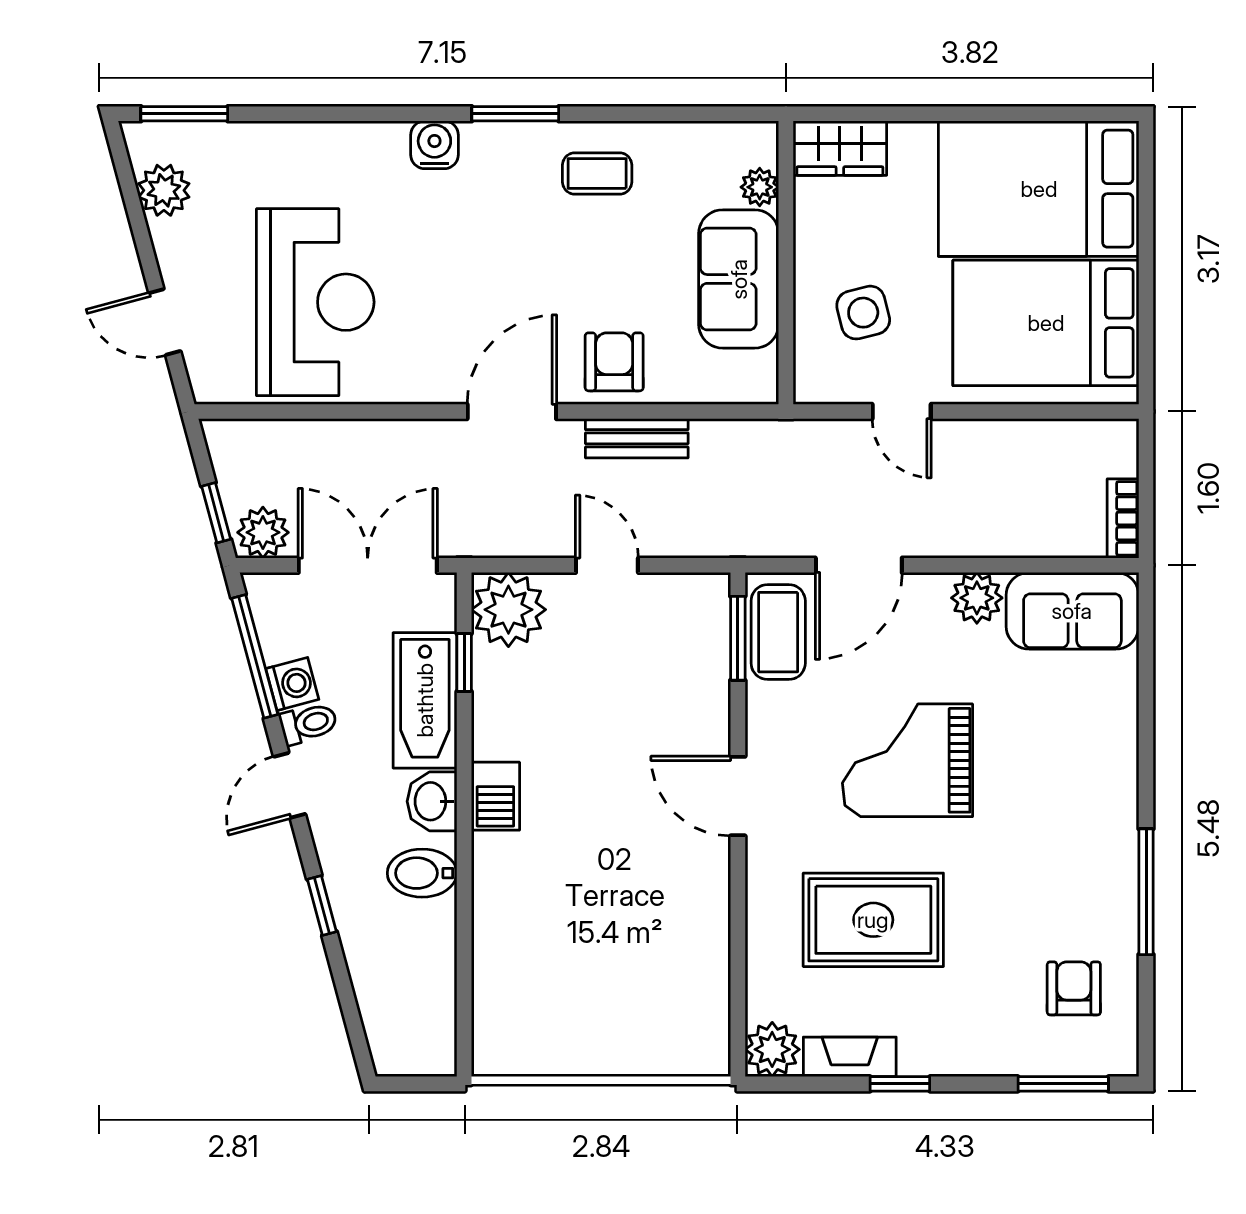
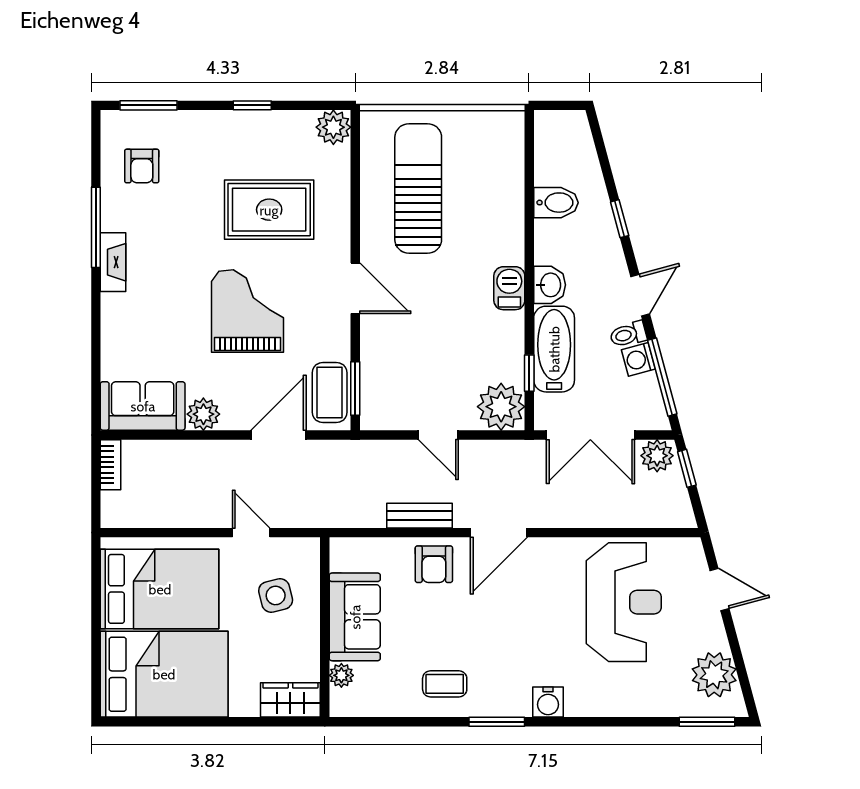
plant: (164, 190) -> (714, 675), width x1.36, depth x1.36
reception desk: (315, 302) -> (624, 602), turned 180
grand piano: (907, 760) -> (247, 311), turned -90
bidet: (422, 873) -> (556, 203), moved
sun lounger: (639, 953) -> (418, 188), added
fireplace: (850, 1057) -> (113, 262), moved, turned -90

